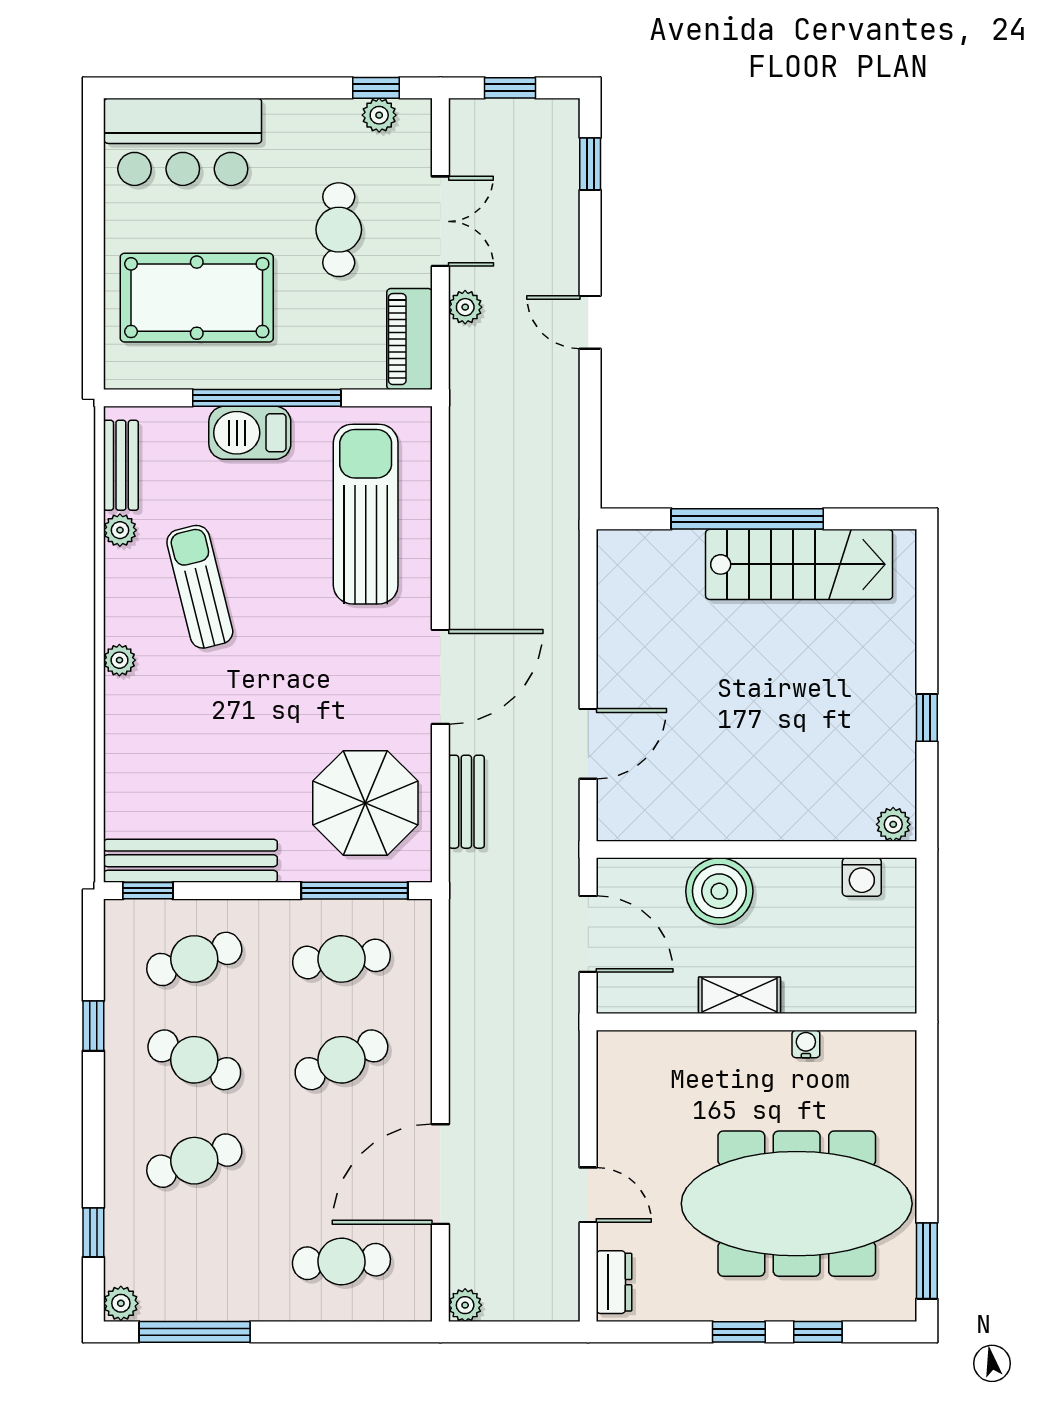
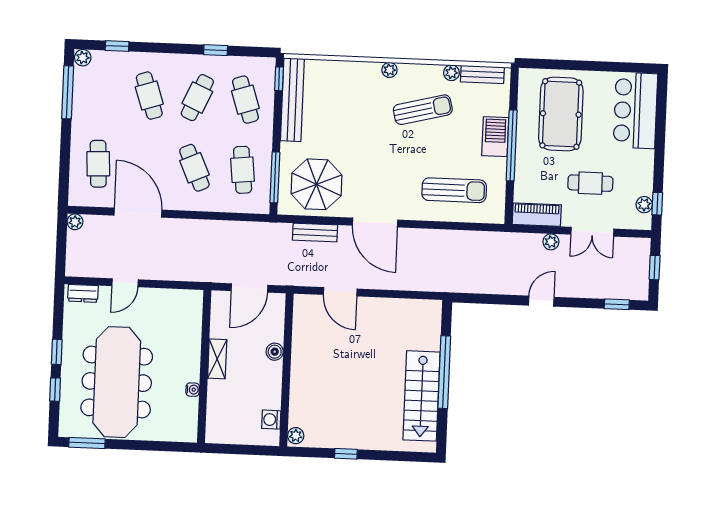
sun lounger: (366, 514) -> (454, 190), width x0.73, depth x0.75
boiler: (719, 891) -> (275, 352), width x0.54, depth x0.54

